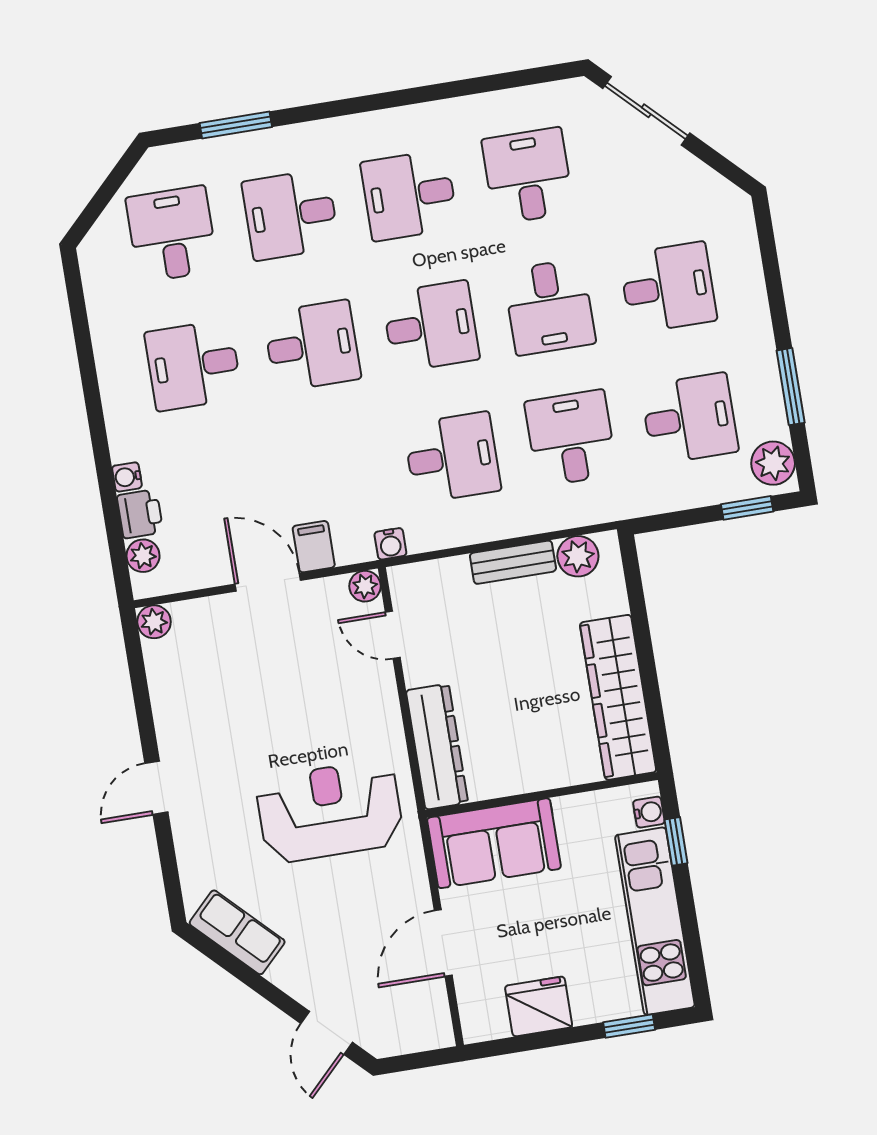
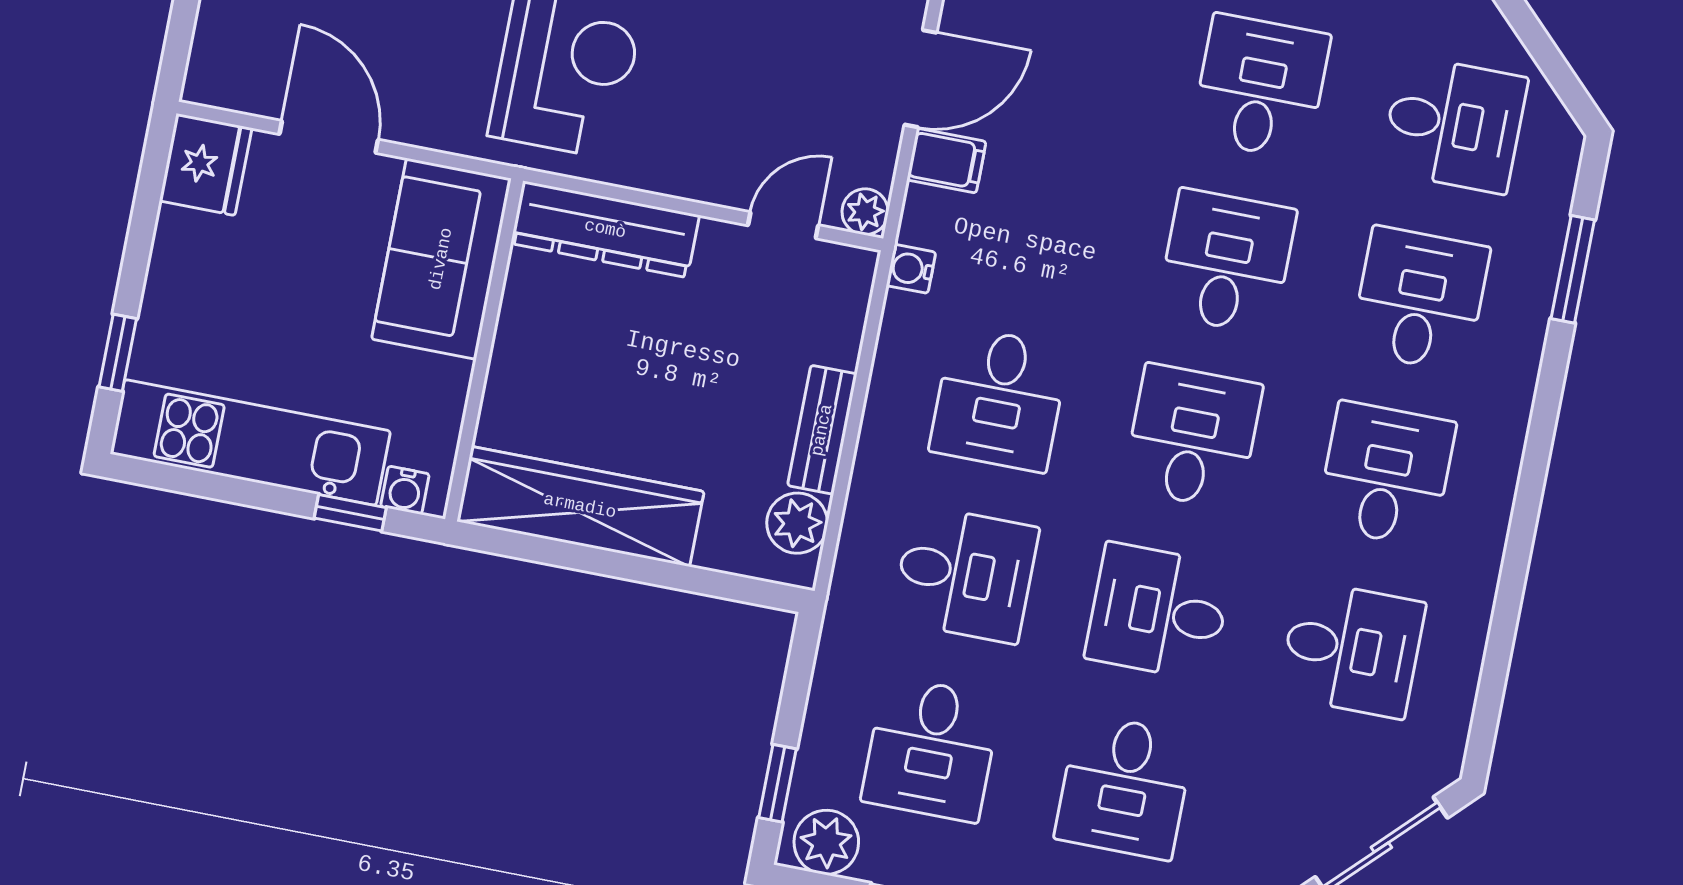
desk: (431, 326) -> (1193, 437), turned 180
desk: (312, 346) -> (1227, 262), turned 180
fridge: (539, 1006) -> (206, 165), moved

